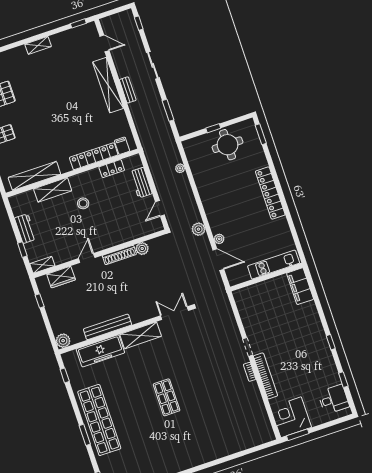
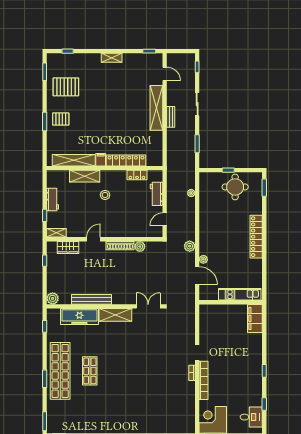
filing cabinet: (122, 146) -> (101, 160), moved
shop shelf: (167, 397) -> (90, 371), moved

